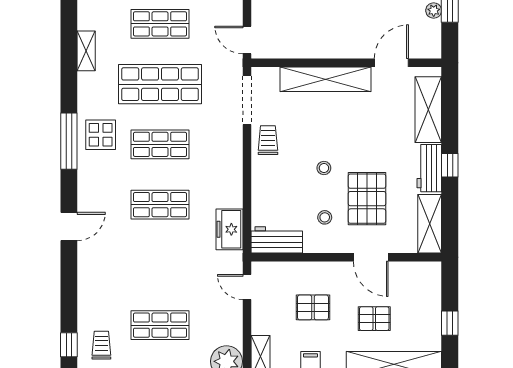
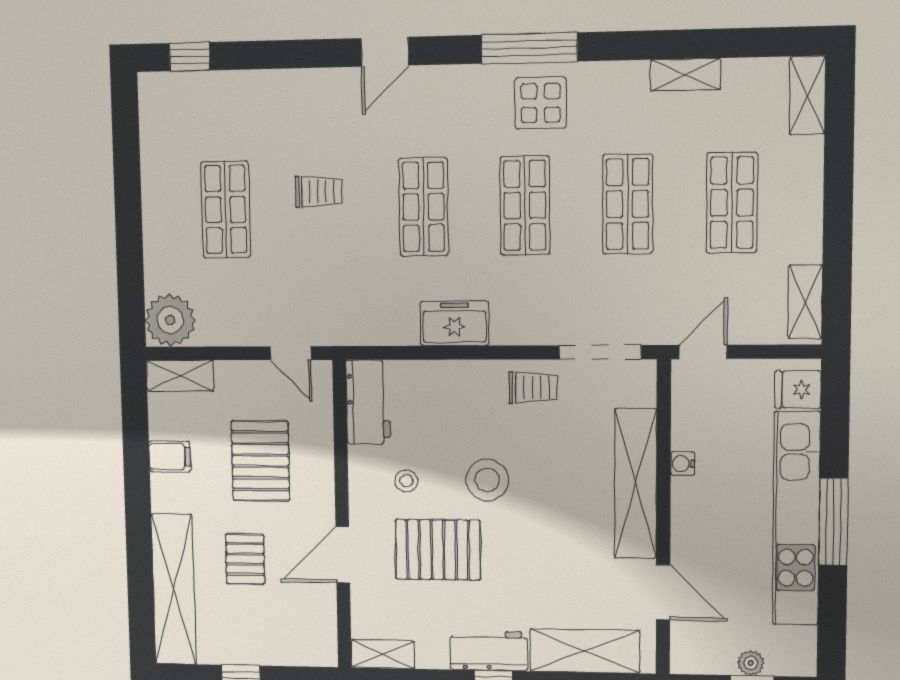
water cooler: (313, 51) -> (683, 464), added
shop shelf: (160, 84) -> (628, 204), width x0.70, depth x0.74
stool: (324, 168) -> (487, 480), width x1.89, depth x1.89
shelving: (430, 224) -> (383, 654), width x0.67, depth x0.75
door: (69, 226) -> (385, 52), hinge flipped
freezer: (229, 229) -> (454, 323), moved
door: (247, 287) -> (291, 353), swing flipped
pallet: (313, 307) -> (260, 461), width x1.50, depth x1.42
trolley: (101, 345) -> (318, 192), moved

